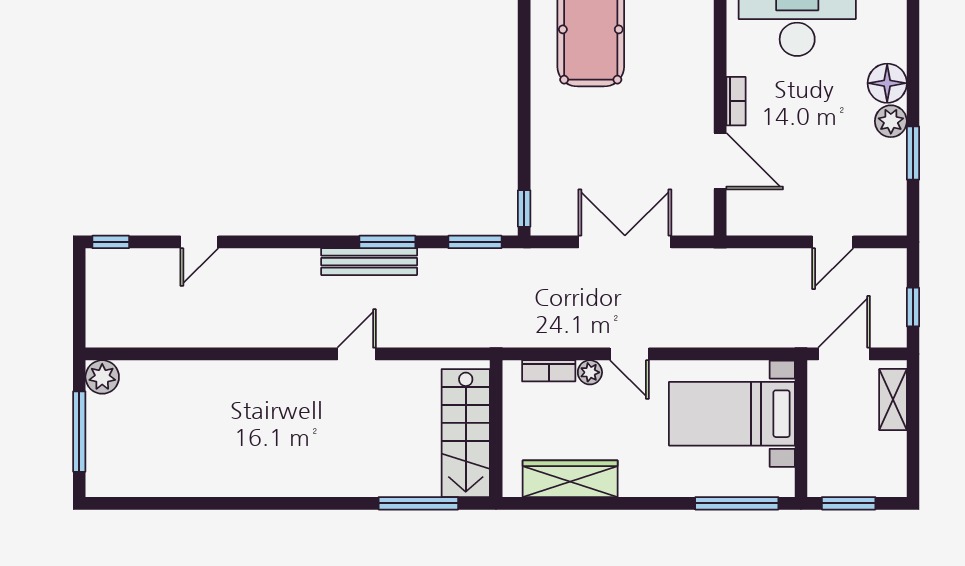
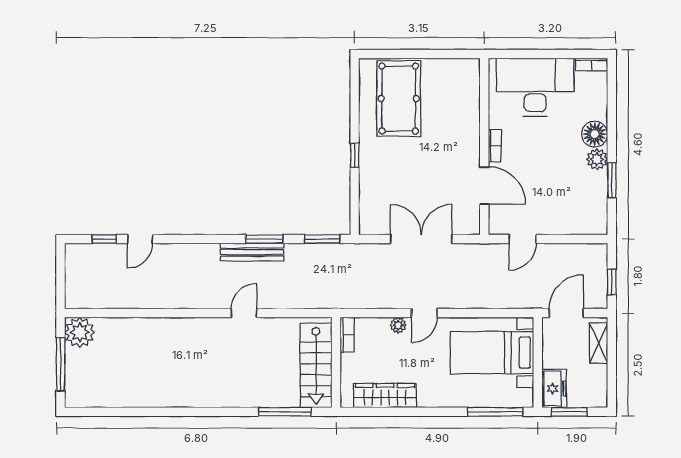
window: (524, 208) -> (355, 155), moved
window: (111, 242) -> (104, 239), moved
door: (833, 242) -> (522, 239), moved
door: (629, 354) -> (424, 313), hinge flipped
bookcase: (549, 371) -> (347, 335), moved, turned -90
plant: (102, 377) -> (80, 332), width x1.36, depth x1.36
freezer: (826, 468) -> (554, 389), added

